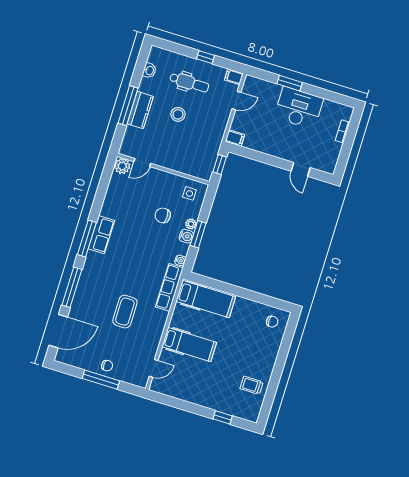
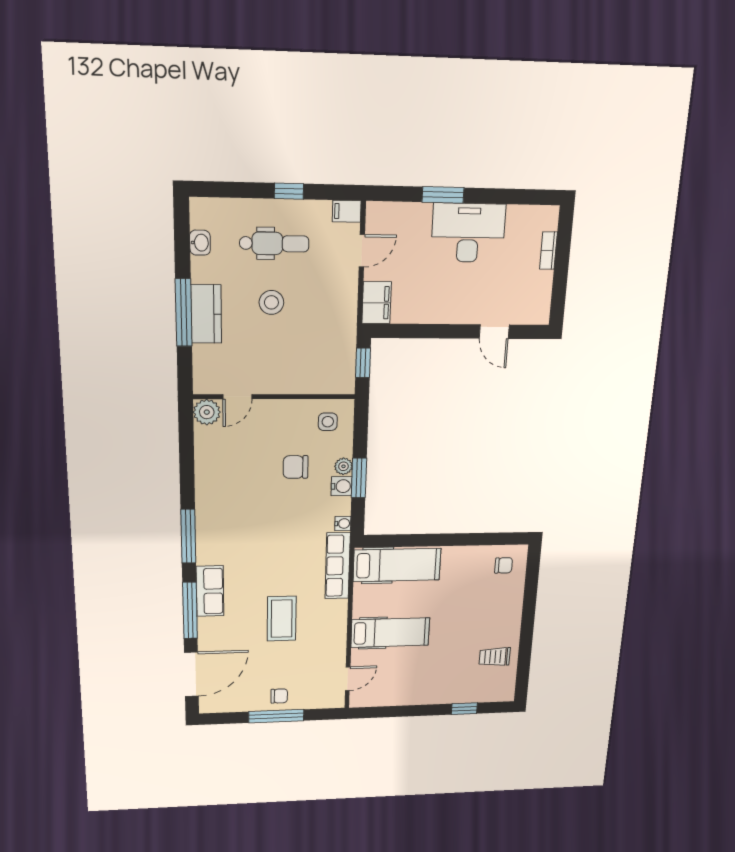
filing cabinet: (235, 138) -> (377, 303), width x2.00
row of seats: (101, 235) -> (210, 591), moved

